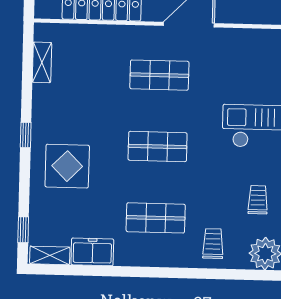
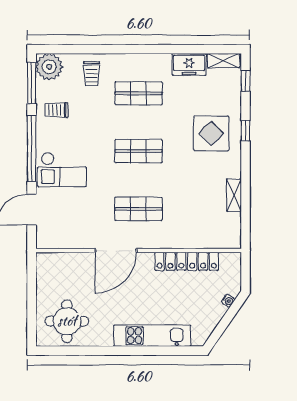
shelving: (42, 62) -> (234, 195), moved
window: (26, 135) -> (246, 131), moved
trolley: (258, 200) -> (56, 110), turned 90

